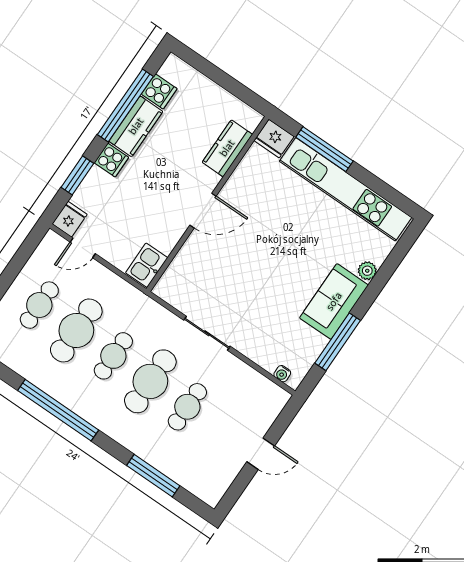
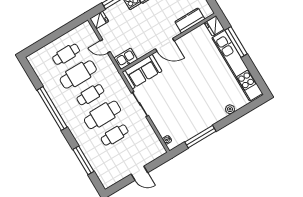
door: (83, 248) -> (105, 46), moved
sofa: (334, 301) -> (142, 72), moved, turned 180

